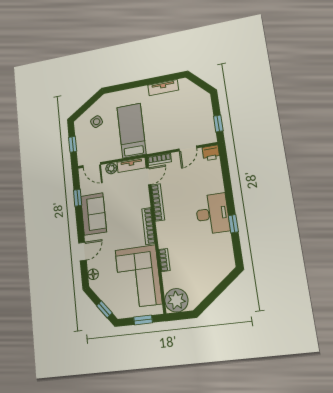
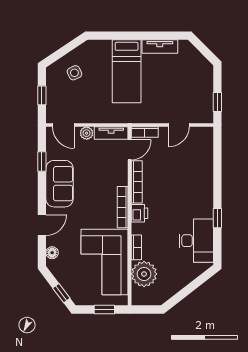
bed: (132, 131) -> (127, 71), moved, turned 180
printer: (211, 153) -> (139, 213), moved, turned -90
desk: (212, 214) -> (196, 241), moved
plant: (176, 300) -> (144, 274), moved

